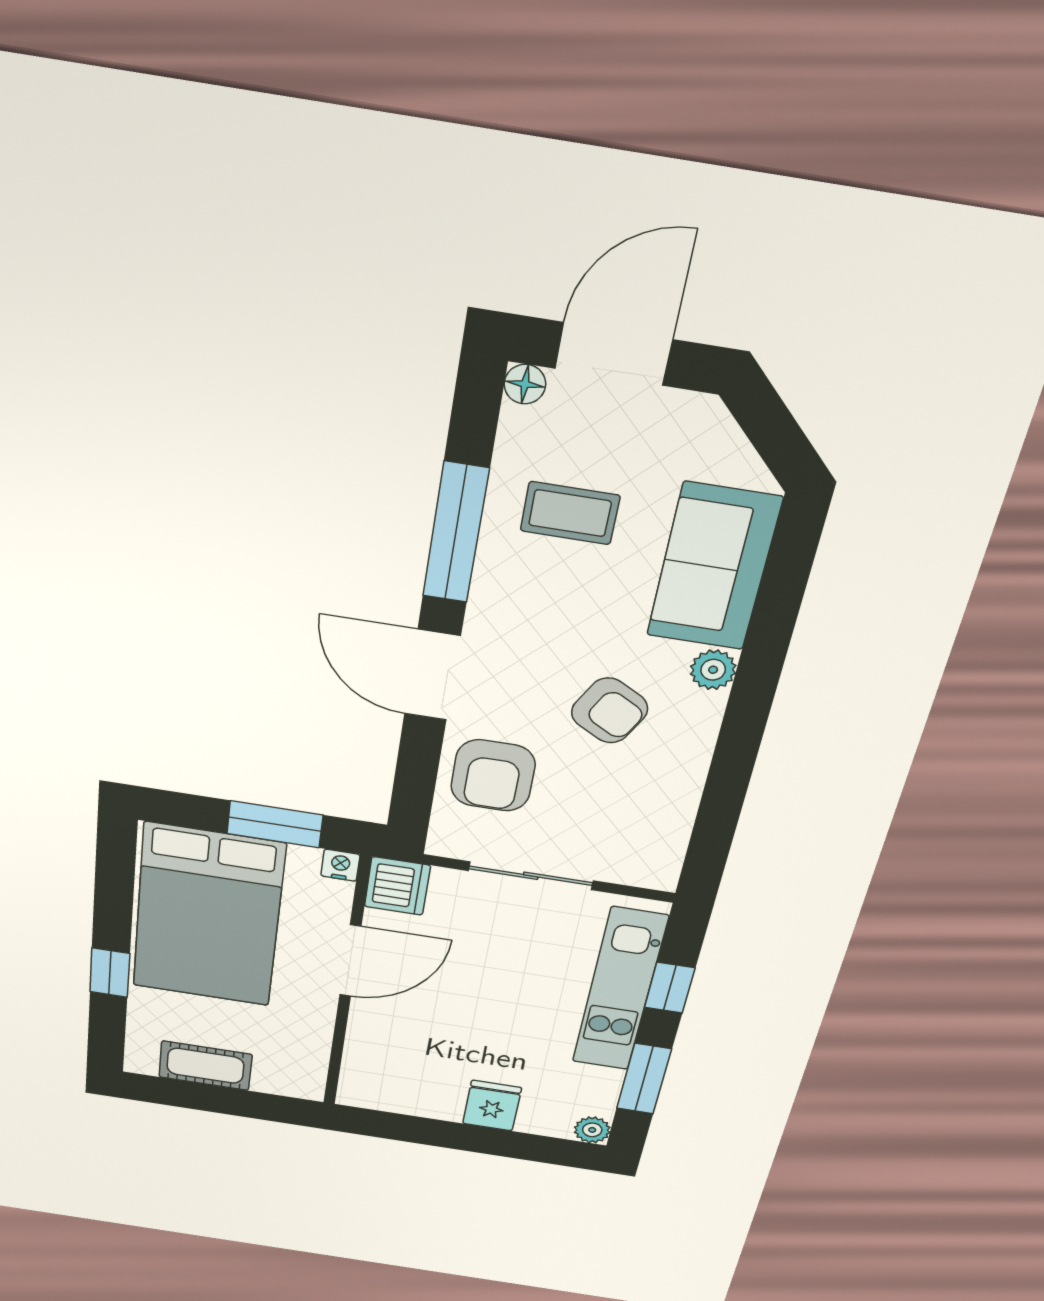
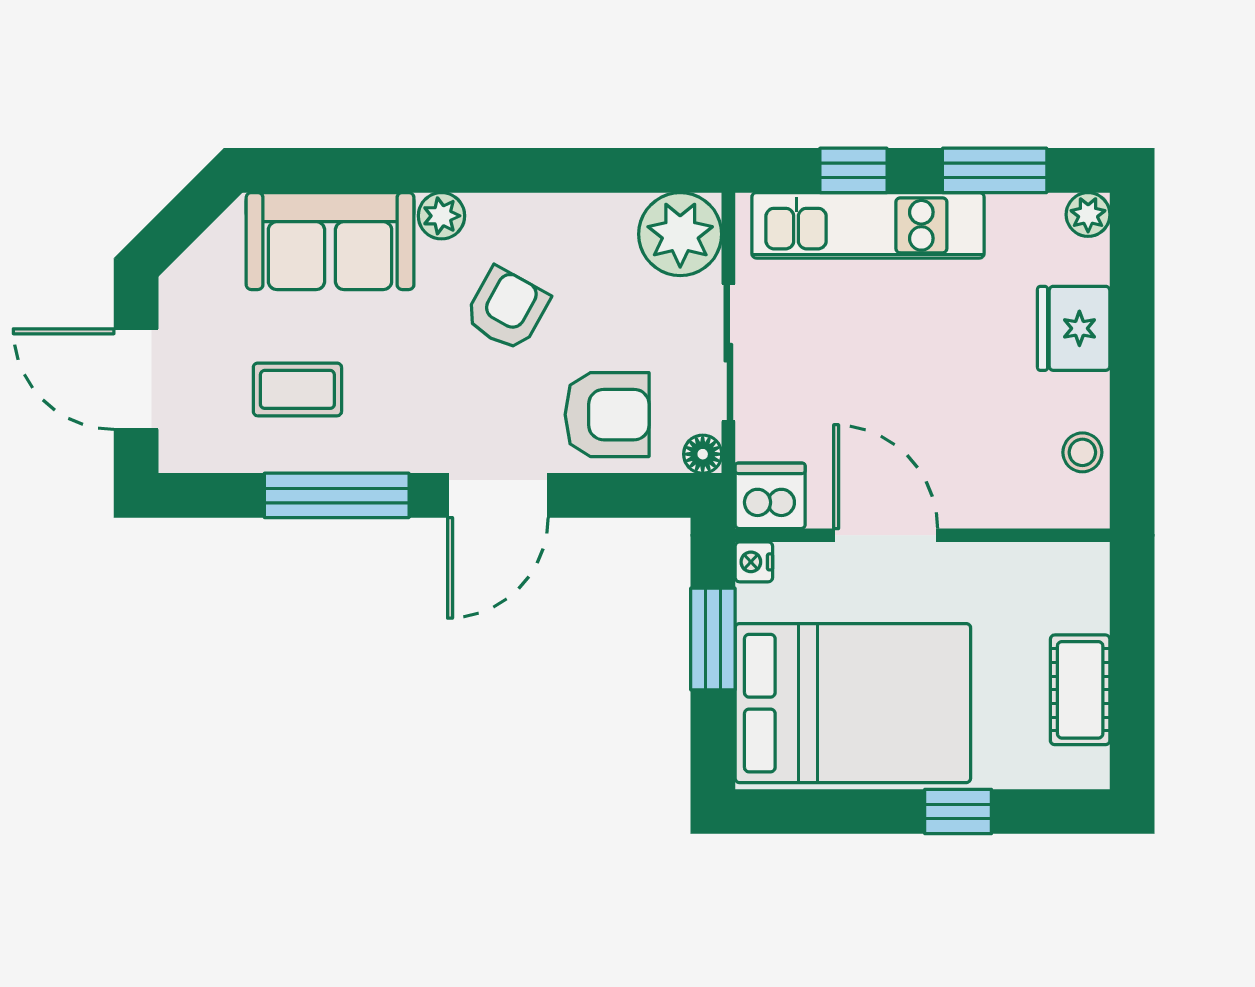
floor lamp: (525, 384) -> (703, 454), moved
coffee table: (570, 513) -> (297, 389), turned 90
plant: (646, 857) -> (680, 234), added
stool: (399, 1097) -> (1082, 452), added
fridge: (492, 1106) -> (1074, 328), width x1.38

